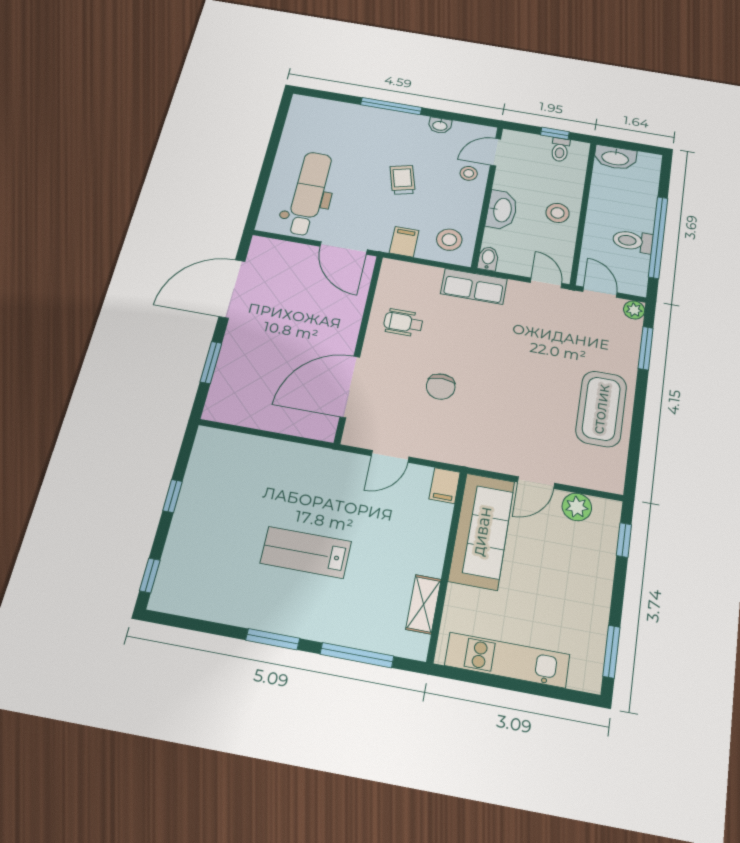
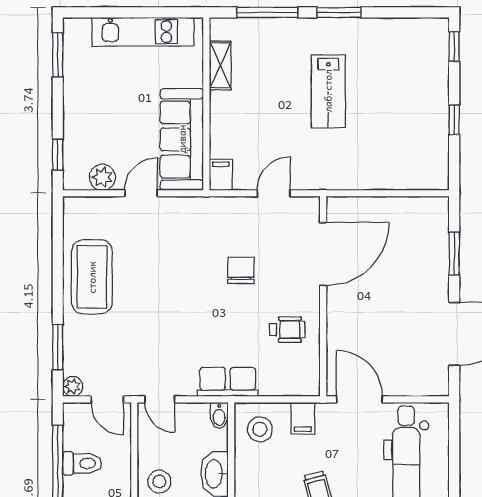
lab bench: (306, 552) -> (328, 91), turned 90

